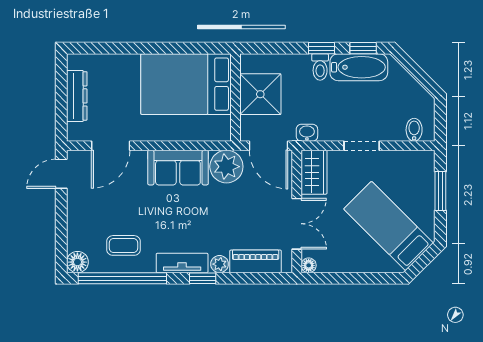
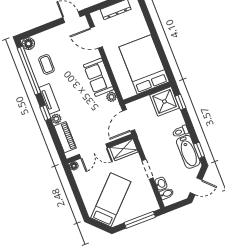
window: (321, 48) -> (180, 102), moved
door: (421, 77) -> (196, 186), added
shower: (260, 94) -> (164, 101), moved
washbasin: (307, 133) -> (161, 184), moved
plant: (226, 167) -> (111, 97), width x0.53, depth x0.53
window: (440, 191) -> (140, 220), width x1.44

